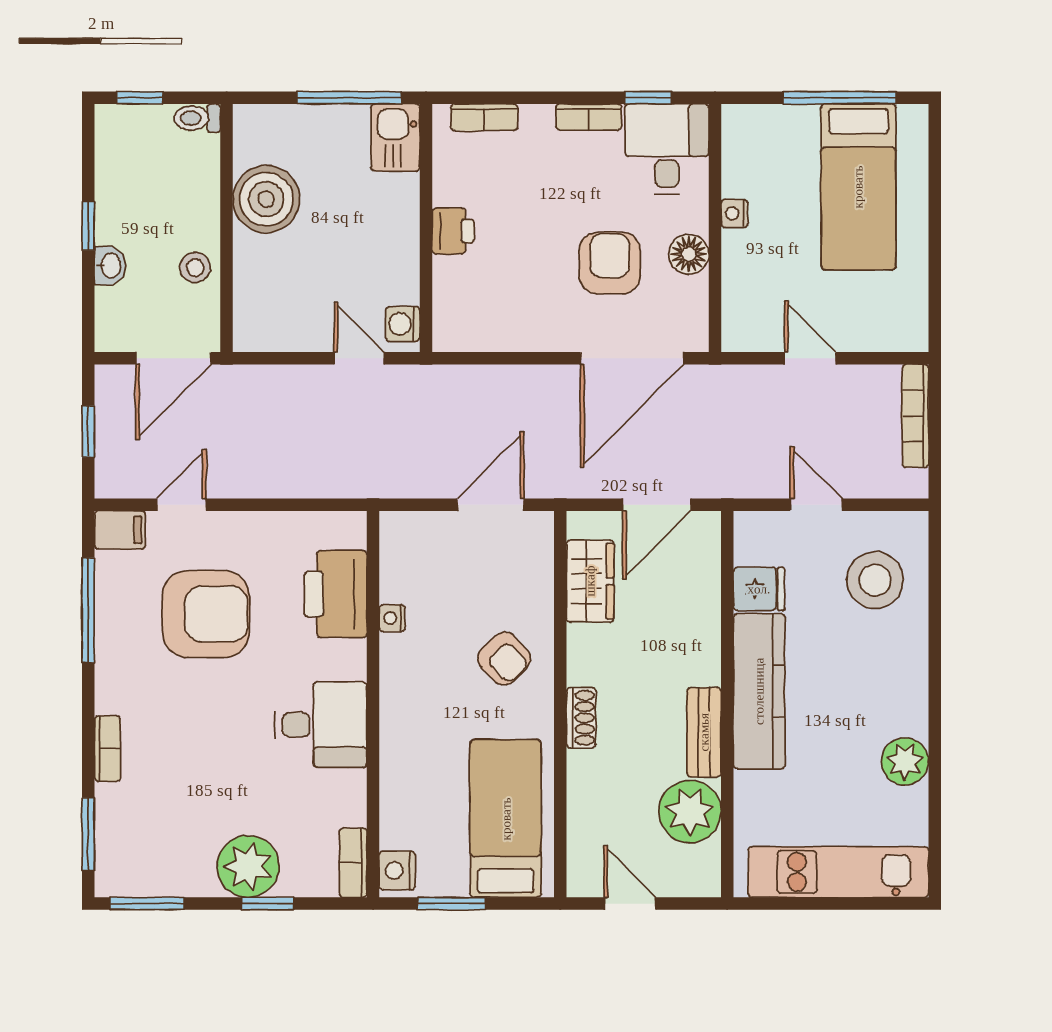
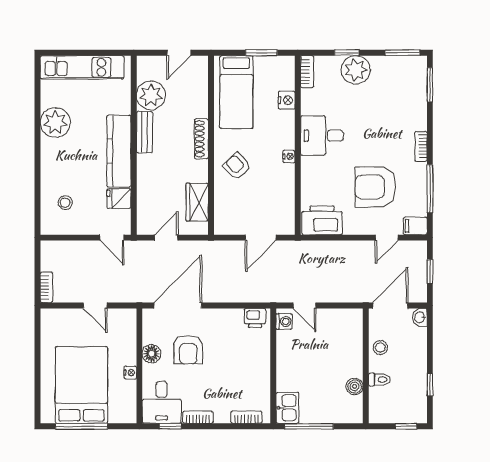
toilet: (197, 118) -> (379, 380), moved
bed: (858, 187) -> (81, 385), width x1.50
boiler: (266, 199) -> (355, 386), width x0.54, depth x0.54
window: (88, 226) -> (430, 384), moved
printer: (453, 231) -> (255, 318), moved, turned -90
washbasin: (110, 266) -> (420, 317), moved
bookcase: (915, 416) -> (46, 287), width x0.64
door: (490, 505) -> (261, 238), moved
door: (657, 505) -> (166, 238), width x0.73
door: (816, 505) -> (112, 238), moved
stool: (875, 580) -> (65, 203), width x0.53, depth x0.53
printer: (336, 594) -> (322, 220), moved, turned -90
nightstand: (392, 618) -> (289, 156), moved
shoe rack: (581, 718) -> (201, 139), width x1.43
bookcase: (107, 749) -> (421, 146), moved
plant: (905, 761) -> (55, 123), width x1.36, depth x1.36
nightstand: (397, 871) -> (287, 100), moved
door: (630, 904) -> (179, 53), hinge flipped

